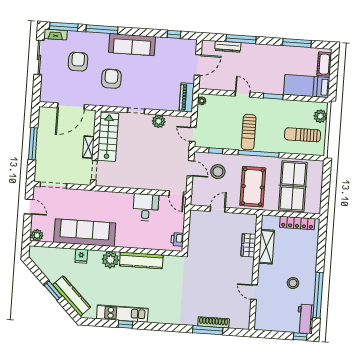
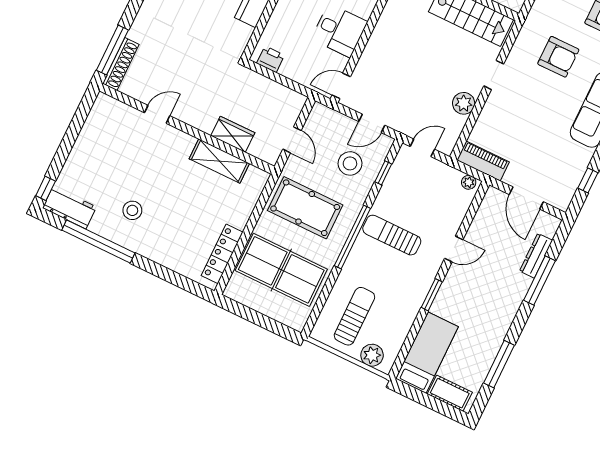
wardrobe: (248, 245) -> (233, 134), moved
shelving: (266, 247) -> (219, 161), moved
wall: (255, 272) -> (187, 129), moved
door: (254, 292) -> (157, 114), moved

